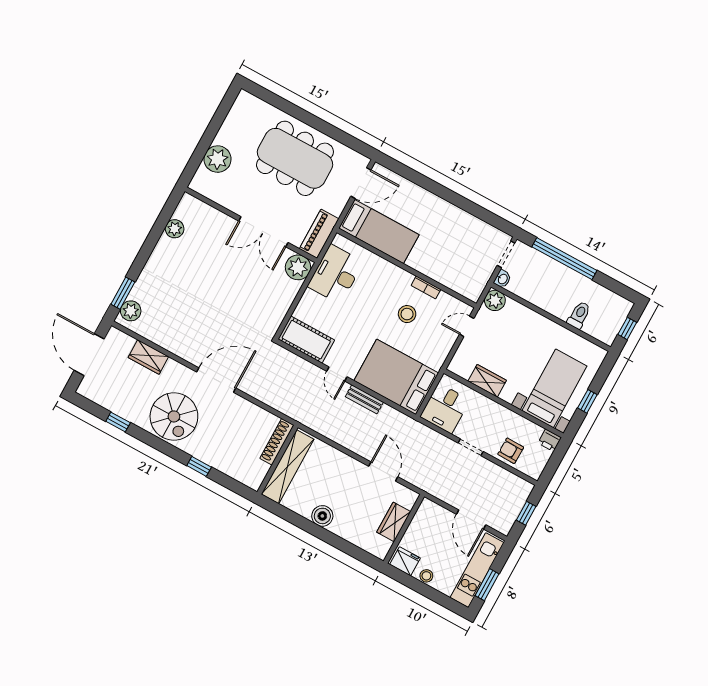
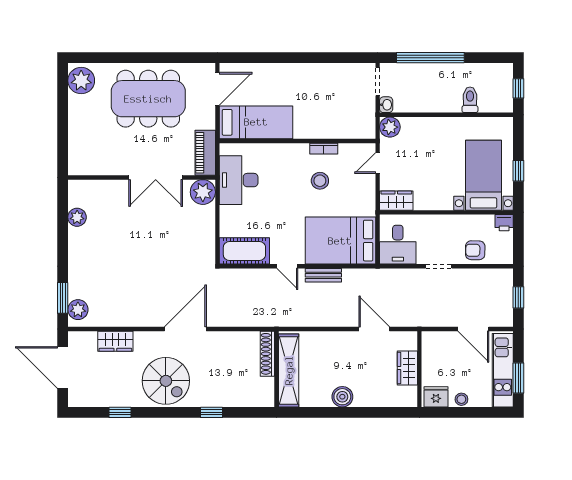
plant: (218, 159) -> (81, 81), moved
wardrobe: (487, 381) -> (396, 201), moved

